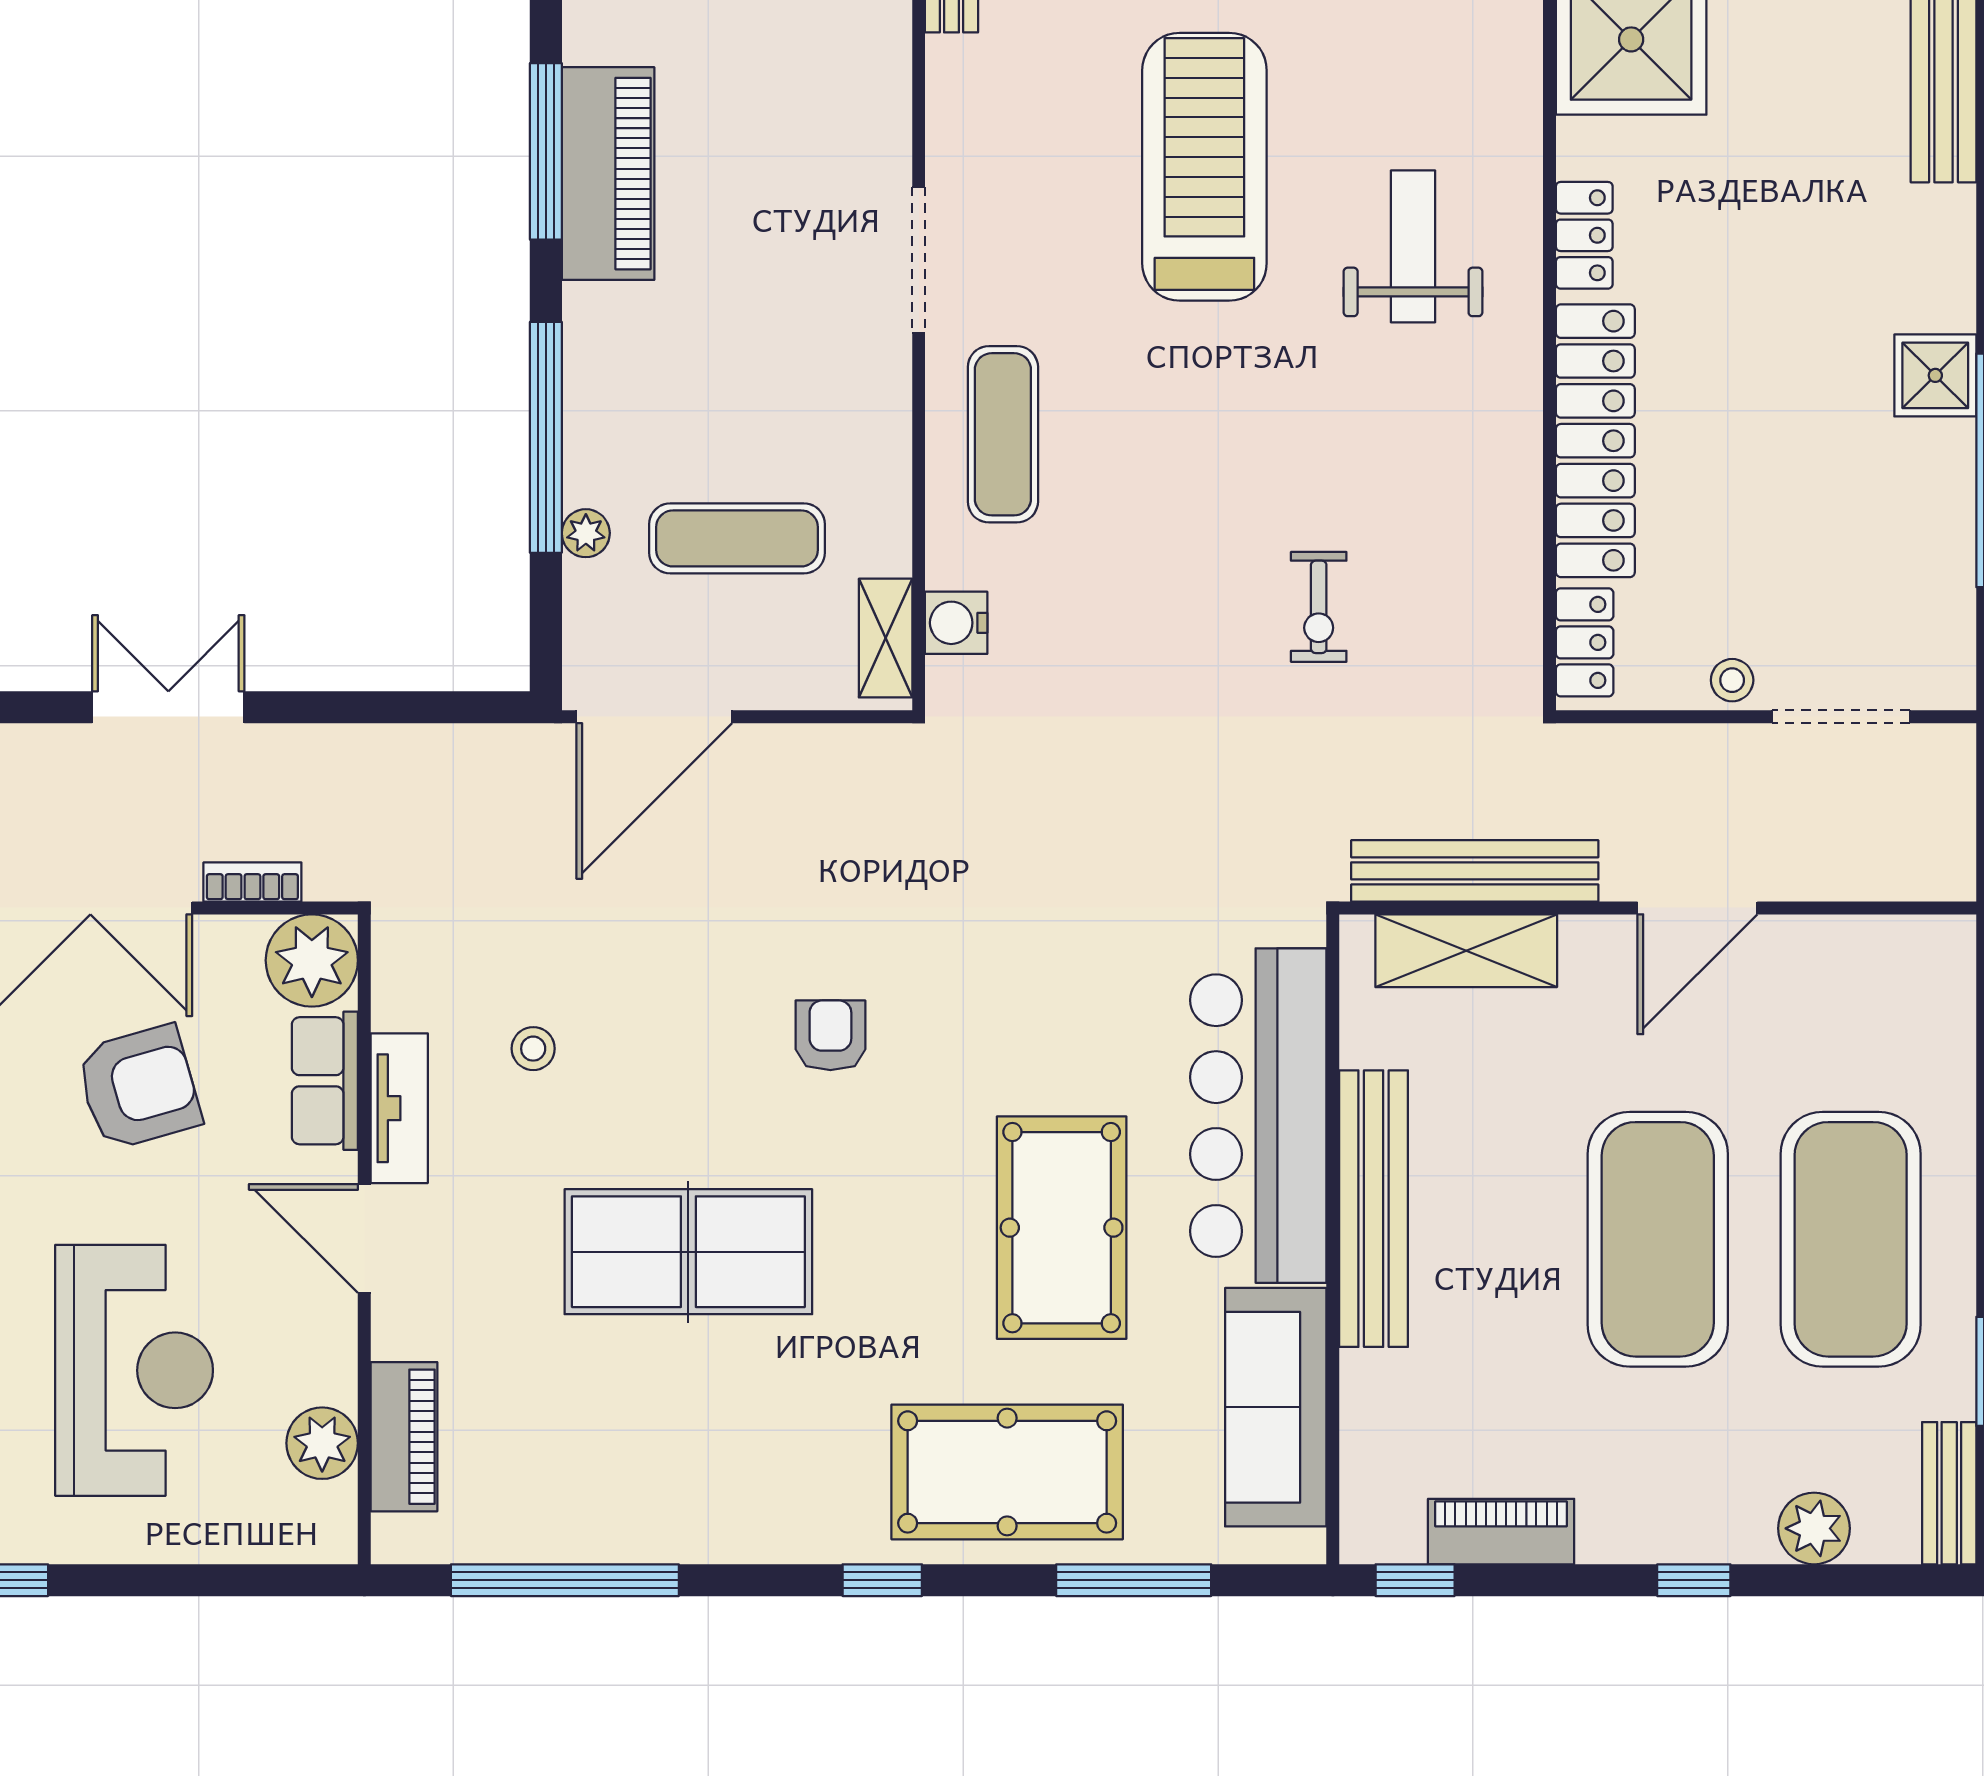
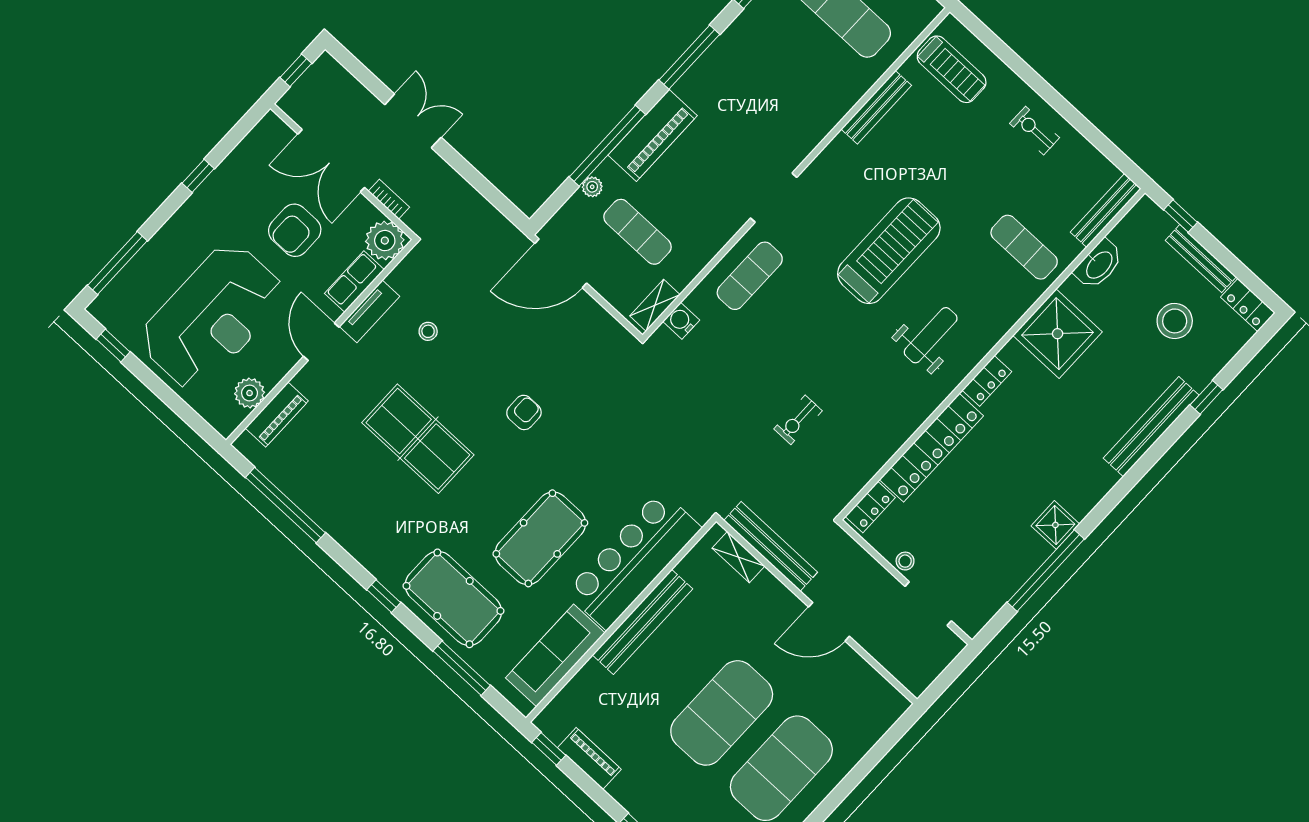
piano: (608, 174) -> (653, 135), moved
shelving: (1466, 951) -> (738, 557), width x0.67, depth x0.75
armchair: (139, 1088) -> (295, 230), turned 106
reception desk: (134, 1370) -> (212, 317), width x1.36, depth x1.30

